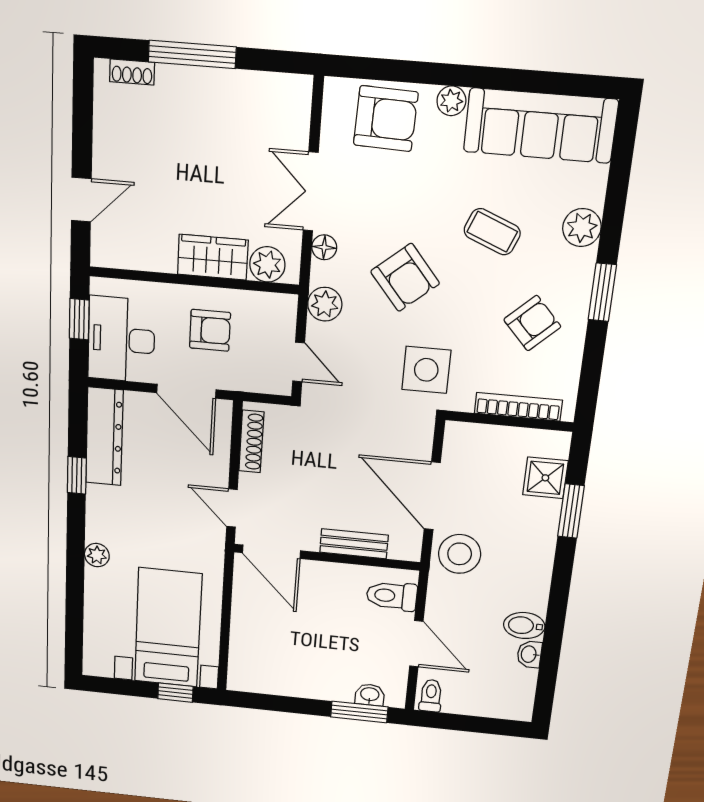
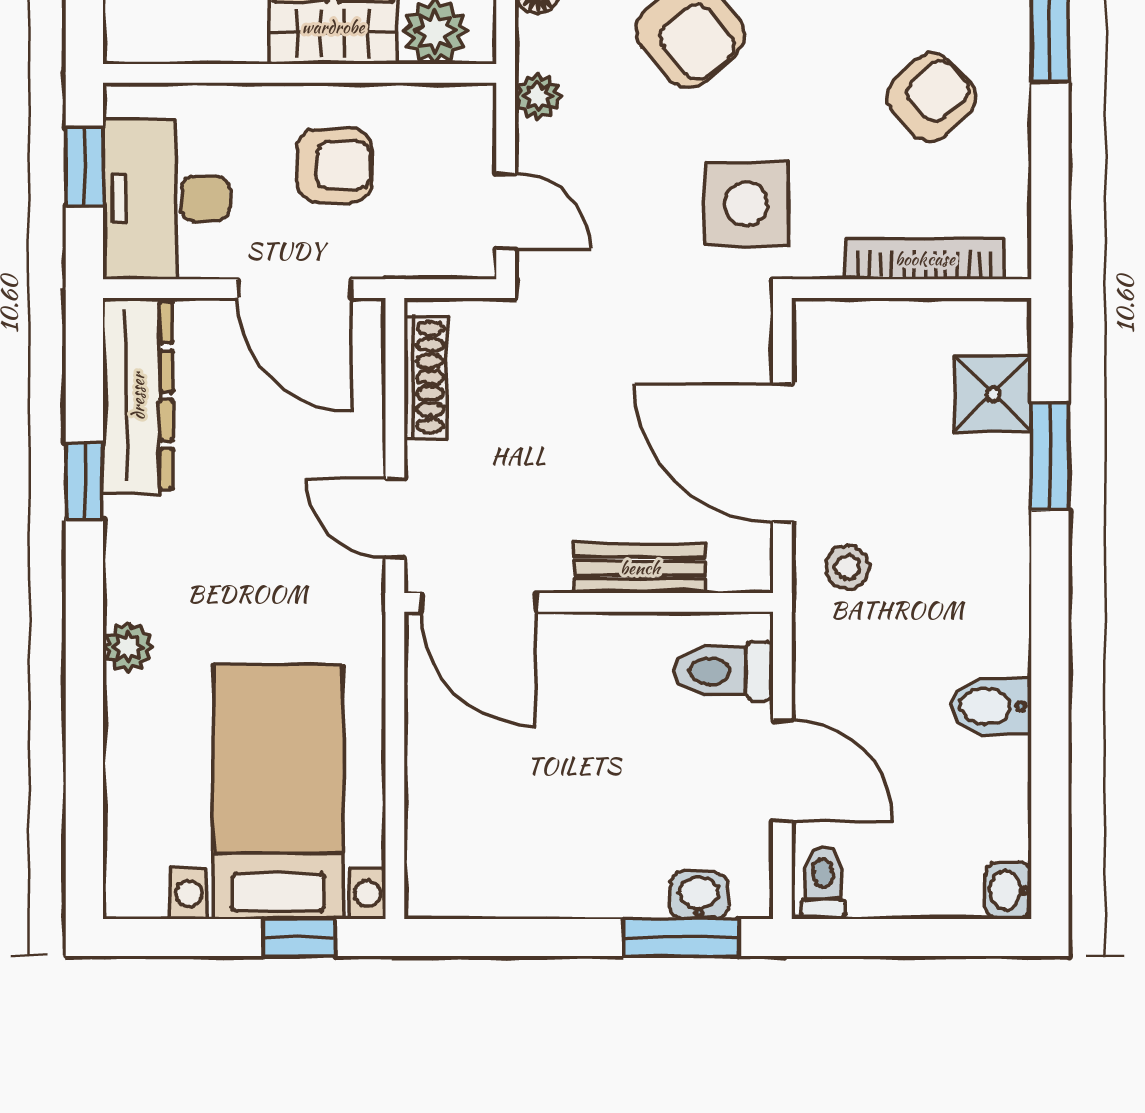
plant: (325, 304) -> (538, 96), width x0.73, depth x0.73
stool: (460, 554) -> (847, 567), width x0.53, depth x0.53
washbasin: (529, 654) -> (1008, 891), moved

